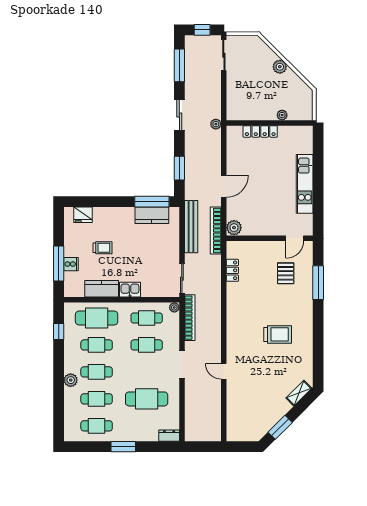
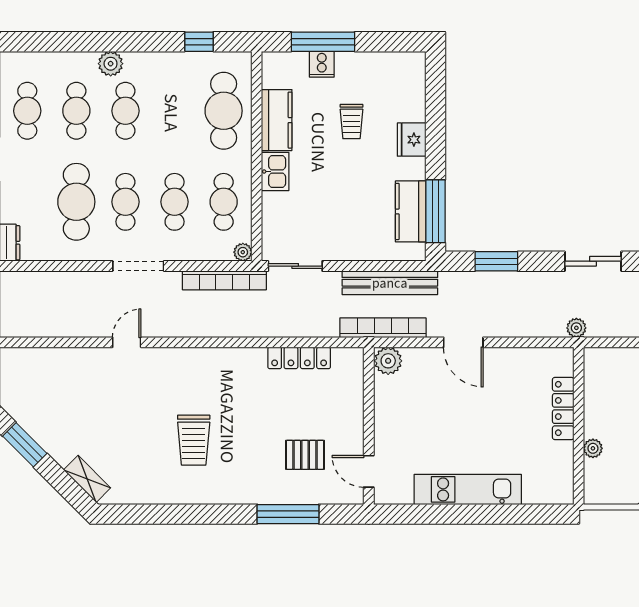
fridge: (83, 215) -> (412, 140), moved
locker: (232, 270) -> (299, 358), width x1.53
cafe table: (97, 345) -> (125, 202), moved

